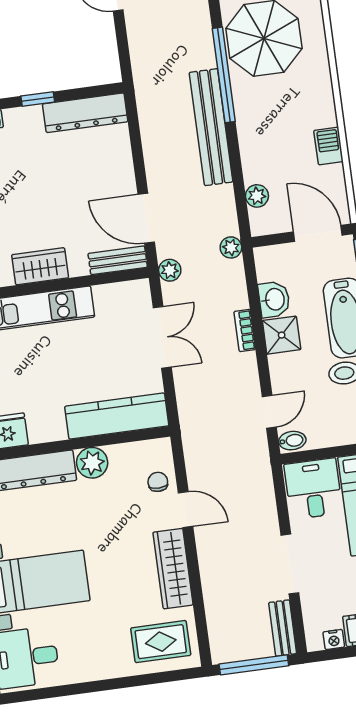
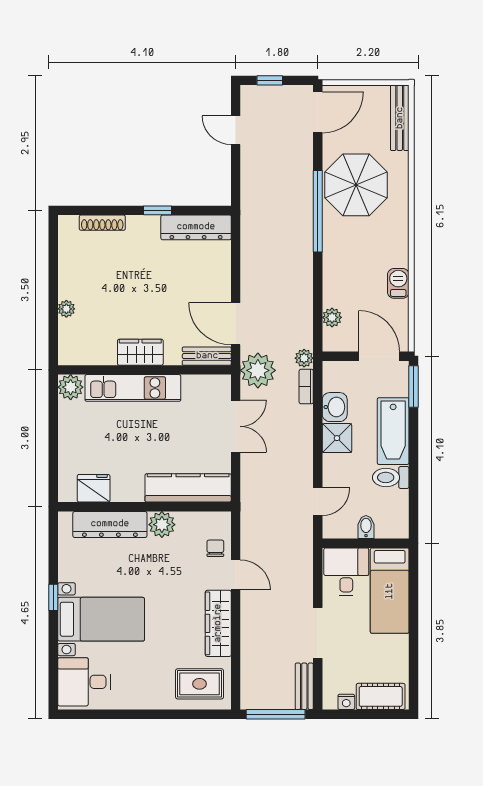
bench: (211, 127) -> (301, 254), removed
plant: (170, 270) -> (258, 370), width x1.88, depth x1.88
bookcase: (245, 330) -> (306, 386), moved
bidet: (292, 441) -> (366, 527), moved, turned -90

